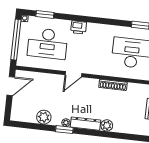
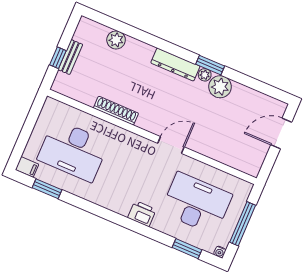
window: (16, 40) -> (243, 224), width x0.68
door: (11, 86) -> (281, 133), moved
plant: (44, 117) -> (220, 87), moved
plant: (107, 125) -> (116, 40), moved

